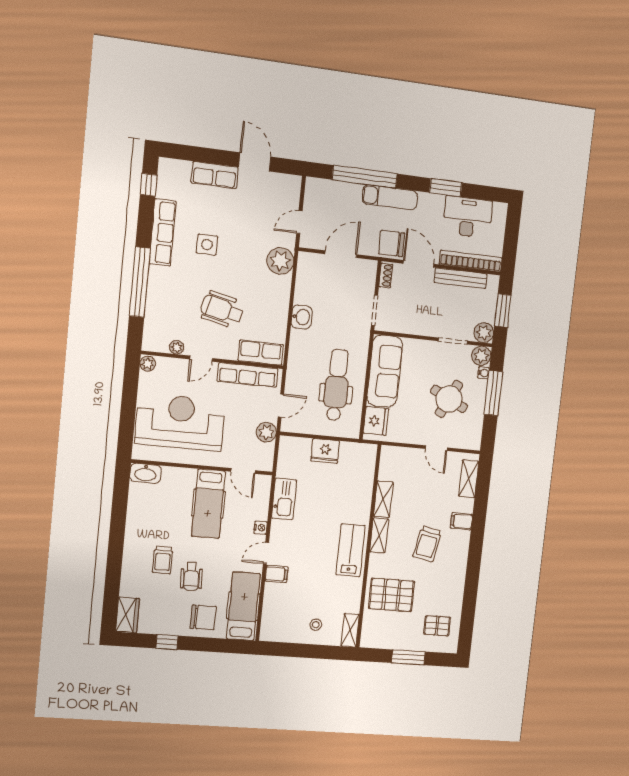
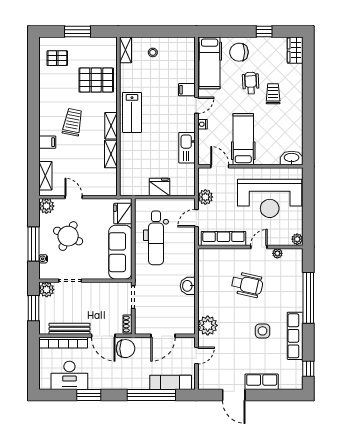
exam couch: (390, 197) -> (171, 382), moved
row of seats: (261, 353) -> (215, 256), removed
plant: (481, 356) -> (46, 206), moved

